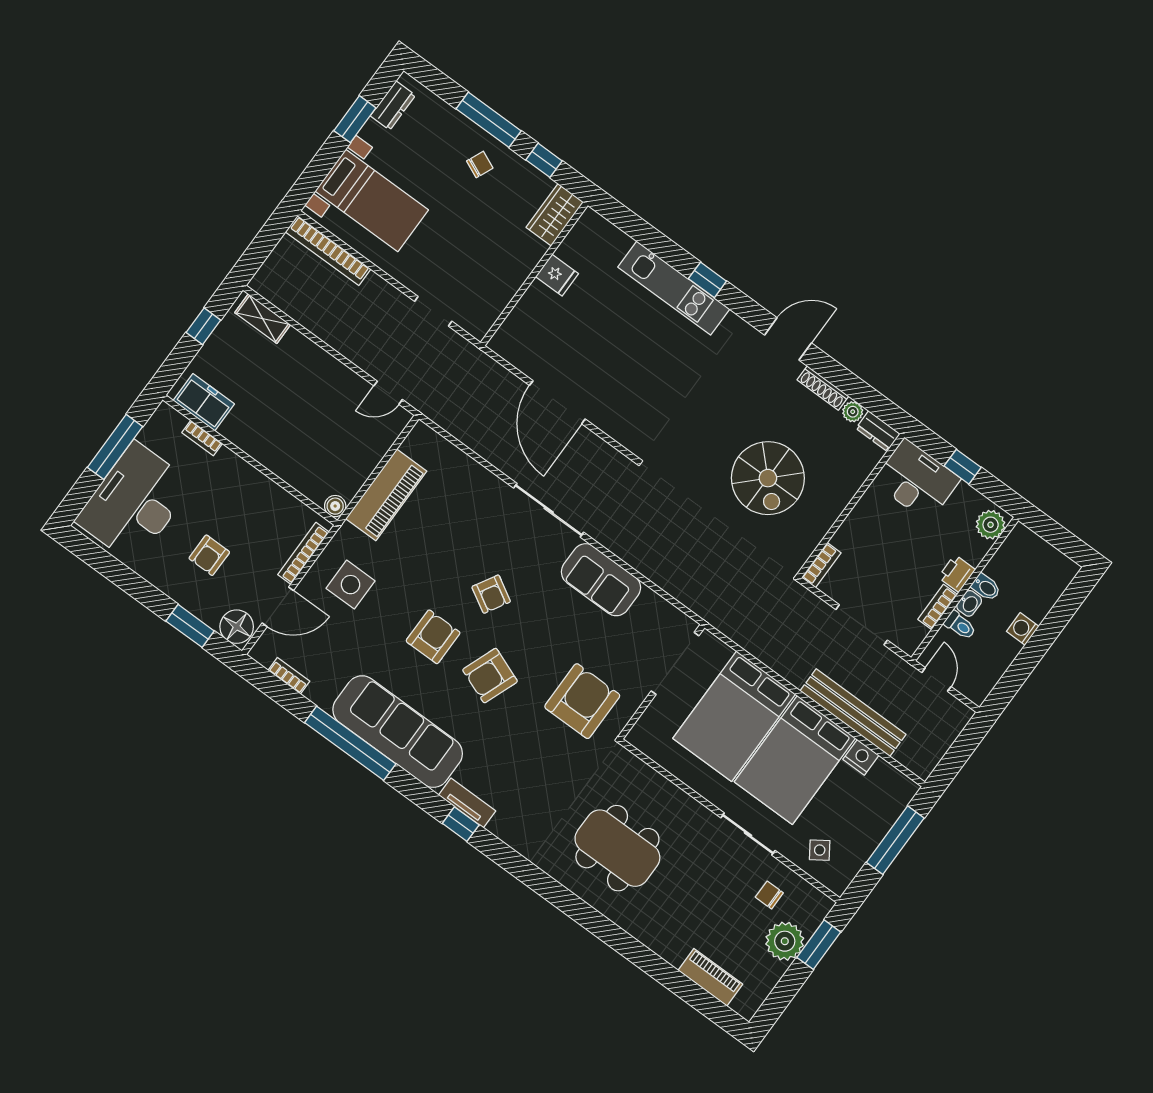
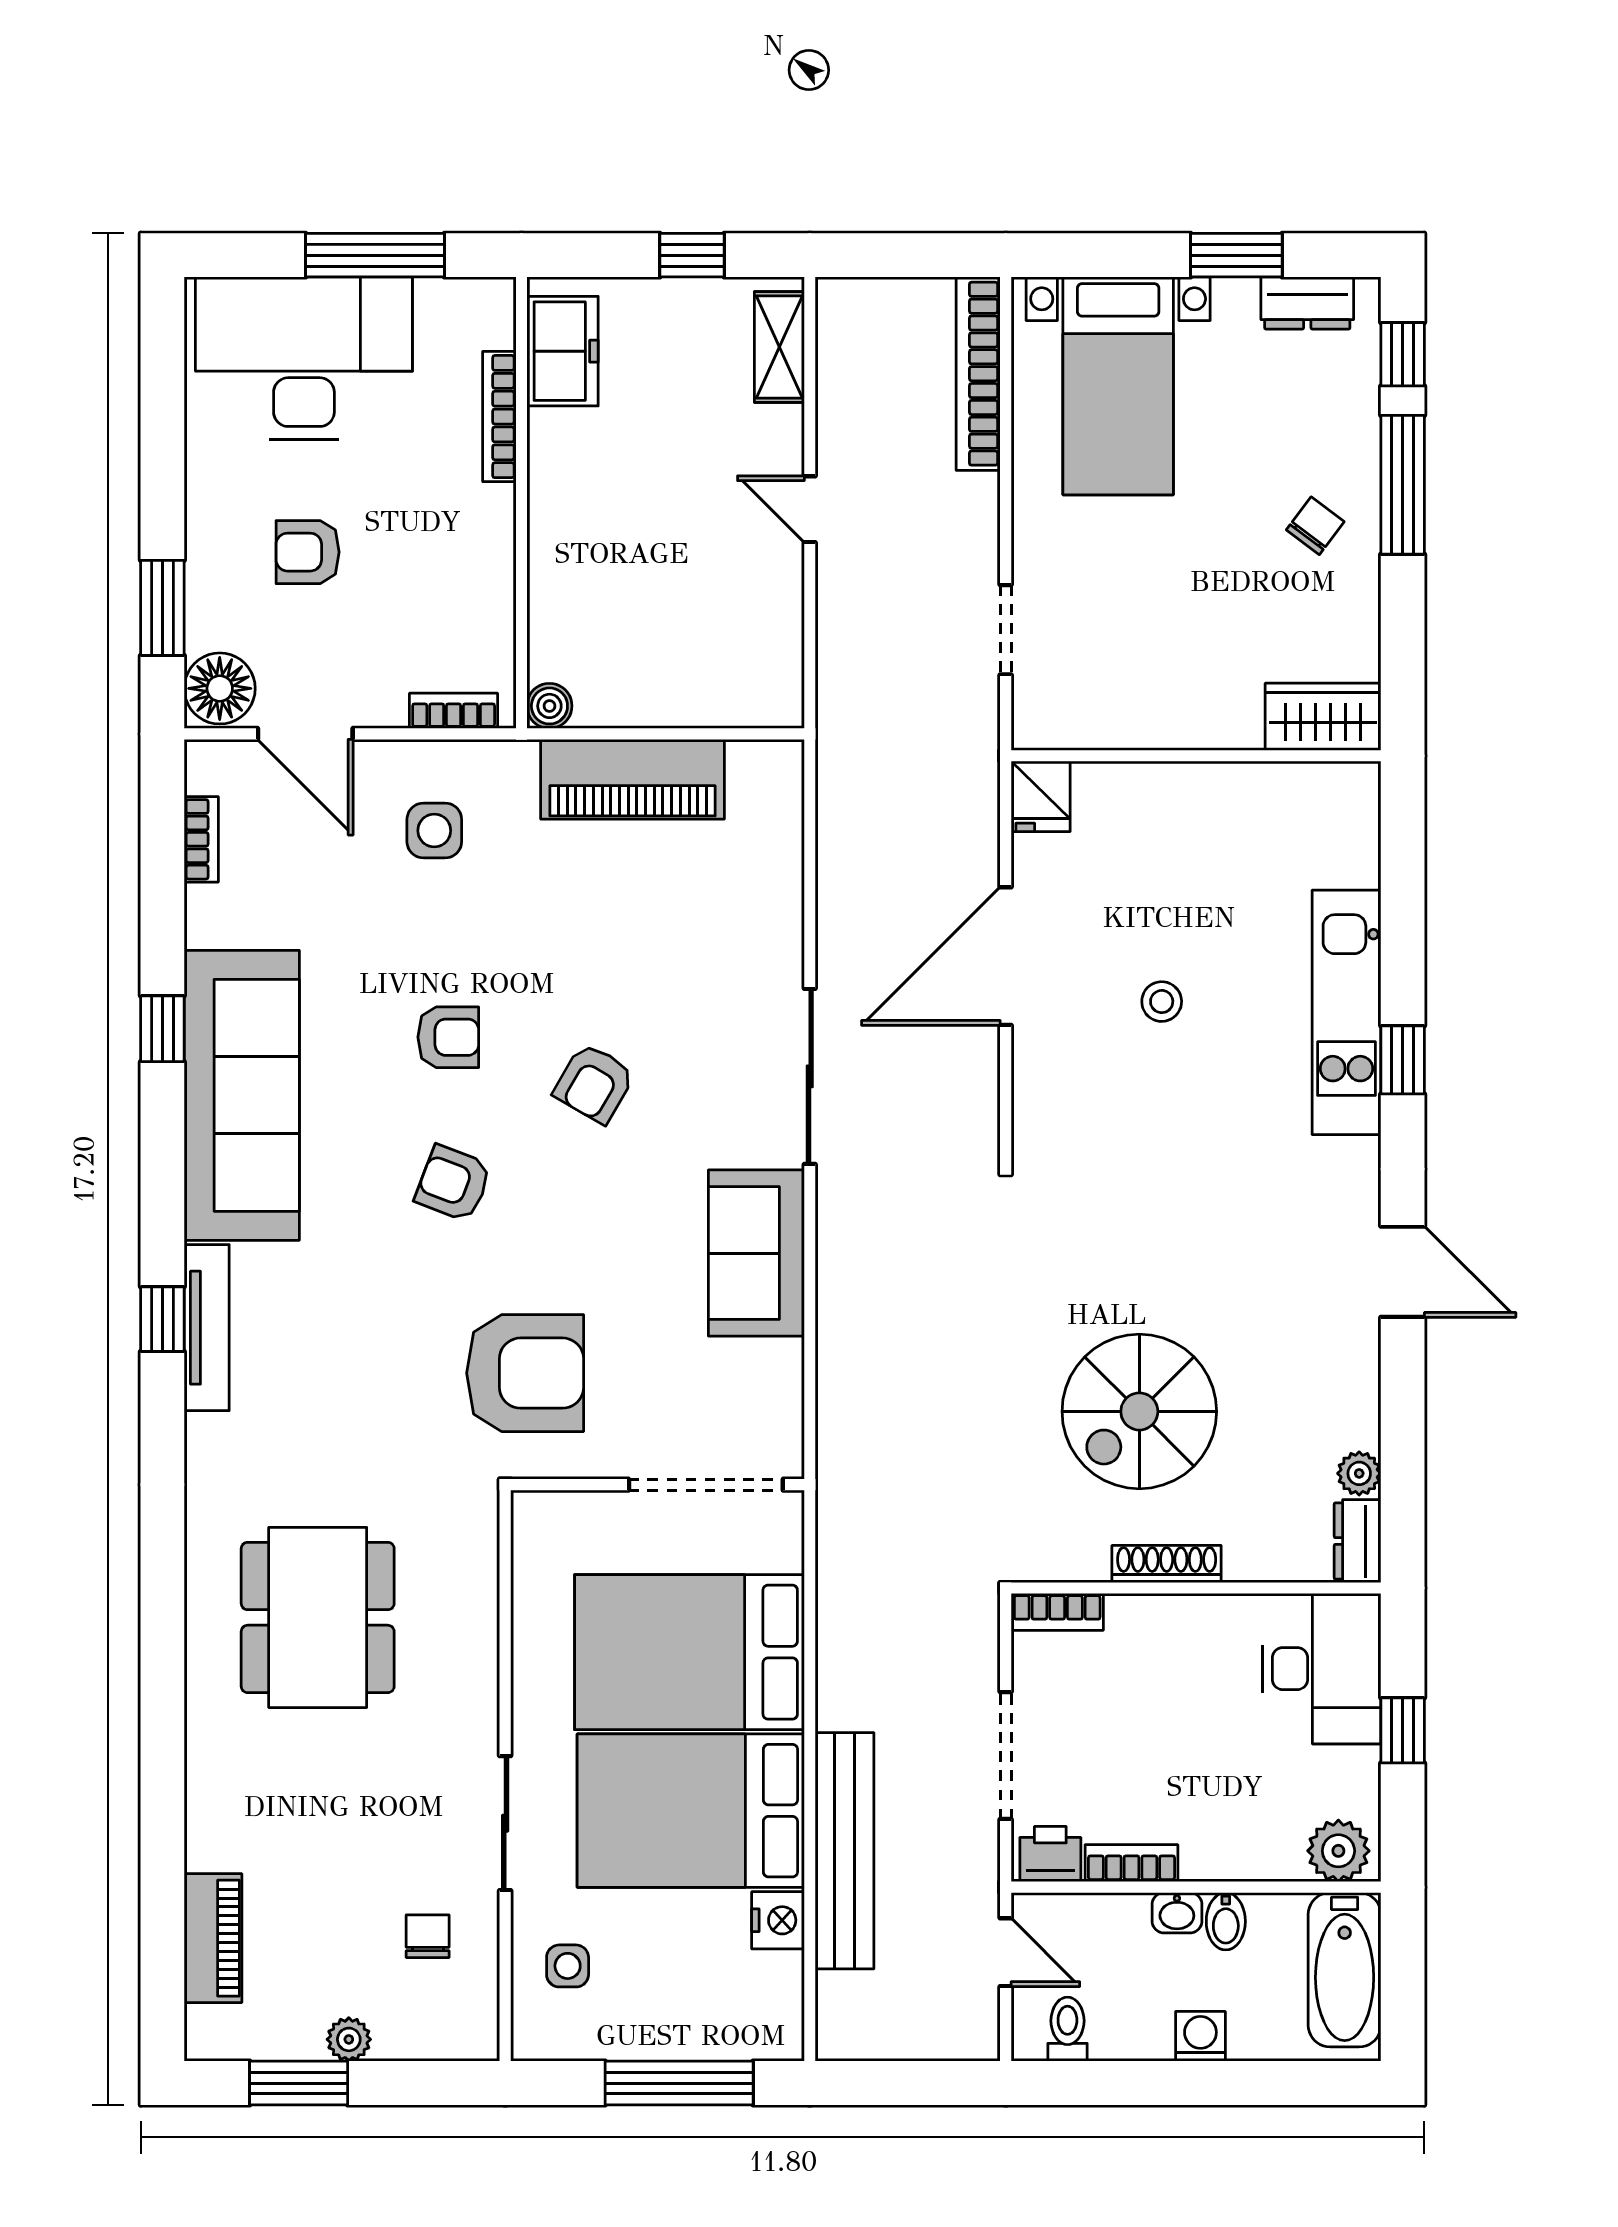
window: (544, 160) -> (1403, 354), moved
chair: (480, 164) -> (1315, 526), turned -77
fridge: (557, 275) -> (1041, 796), moved
stool: (618, 355) -> (1162, 1002), added
shoe rack: (823, 388) -> (1167, 1564), moved, turned 90
door: (388, 393) -> (810, 509), moved
bookcase: (202, 438) -> (499, 417), width x1.56
bookcase: (303, 553) -> (454, 711), width x0.64
bathtub: (1037, 555) -> (1345, 1970), added
printer: (957, 573) -> (1050, 1854), moved
side table: (350, 585) -> (434, 831), width x0.73, depth x0.73
toilet: (960, 625) -> (1067, 2029), moved, turned 180
armchair: (433, 637) -> (448, 1037), width x0.72, depth x0.72
armchair: (490, 676) -> (453, 1183), width x0.72, depth x0.72
door: (936, 680) -> (1006, 1952), hinge flipped
window: (350, 743) -> (162, 1029), width x0.32
tv unit: (467, 803) -> (207, 1328), width x1.41
side table: (820, 850) -> (568, 1966), turned 34
plant: (785, 941) -> (349, 2039), width x0.53, depth x0.53
window: (819, 945) -> (299, 2083), moved

